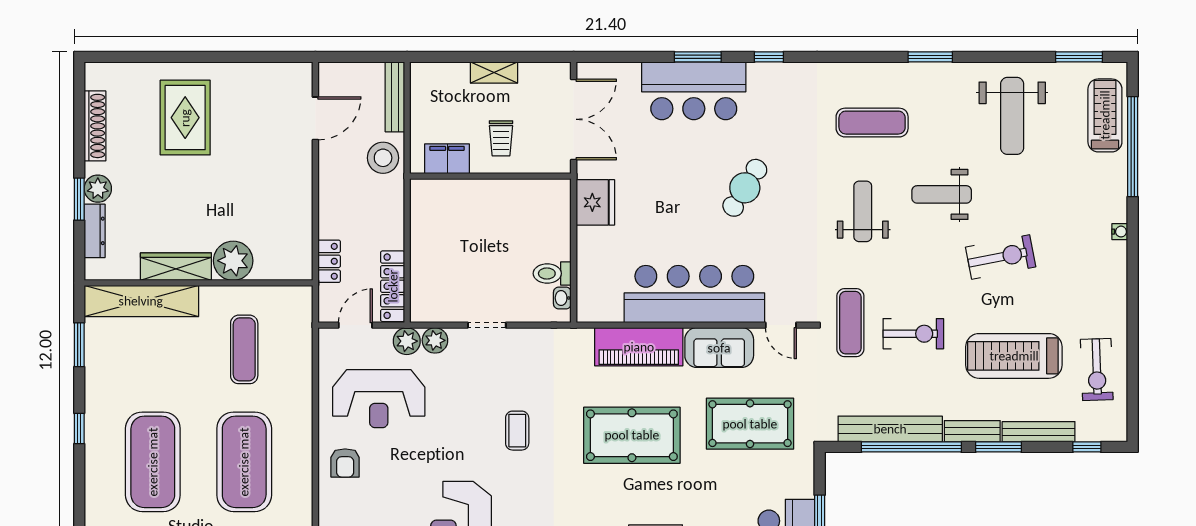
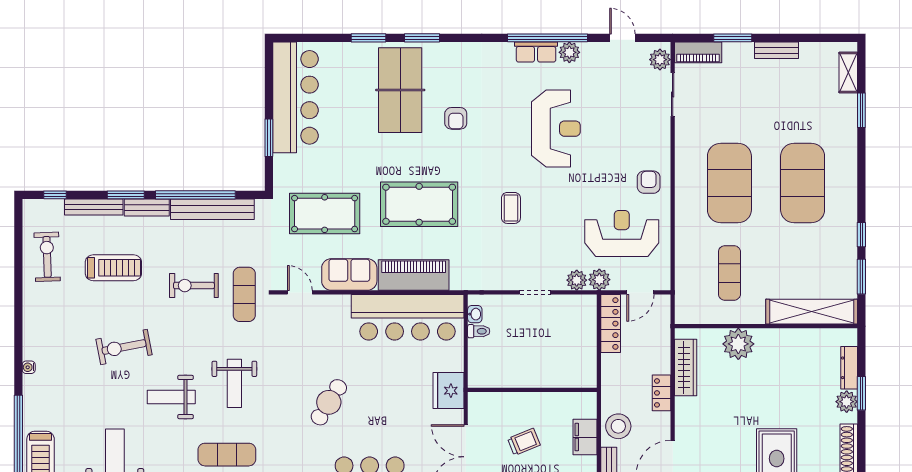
trolley: (501, 138) -> (524, 442), turned 68
filing cabinet: (447, 159) -> (585, 437), moved, turned 90
wall: (490, 176) -> (532, 390), moved
weight bench: (942, 194) -> (171, 397), turned 180
locker: (329, 261) -> (661, 393), moved
wardrobe: (176, 267) -> (686, 368), moved, turned -90
toilet: (552, 273) -> (479, 331), width x0.73, depth x0.72
bar counter: (694, 294) -> (408, 317), moved
treadmill: (1014, 356) -> (113, 268), width x0.73, depth x0.73
window: (79, 428) -> (861, 235), moved

